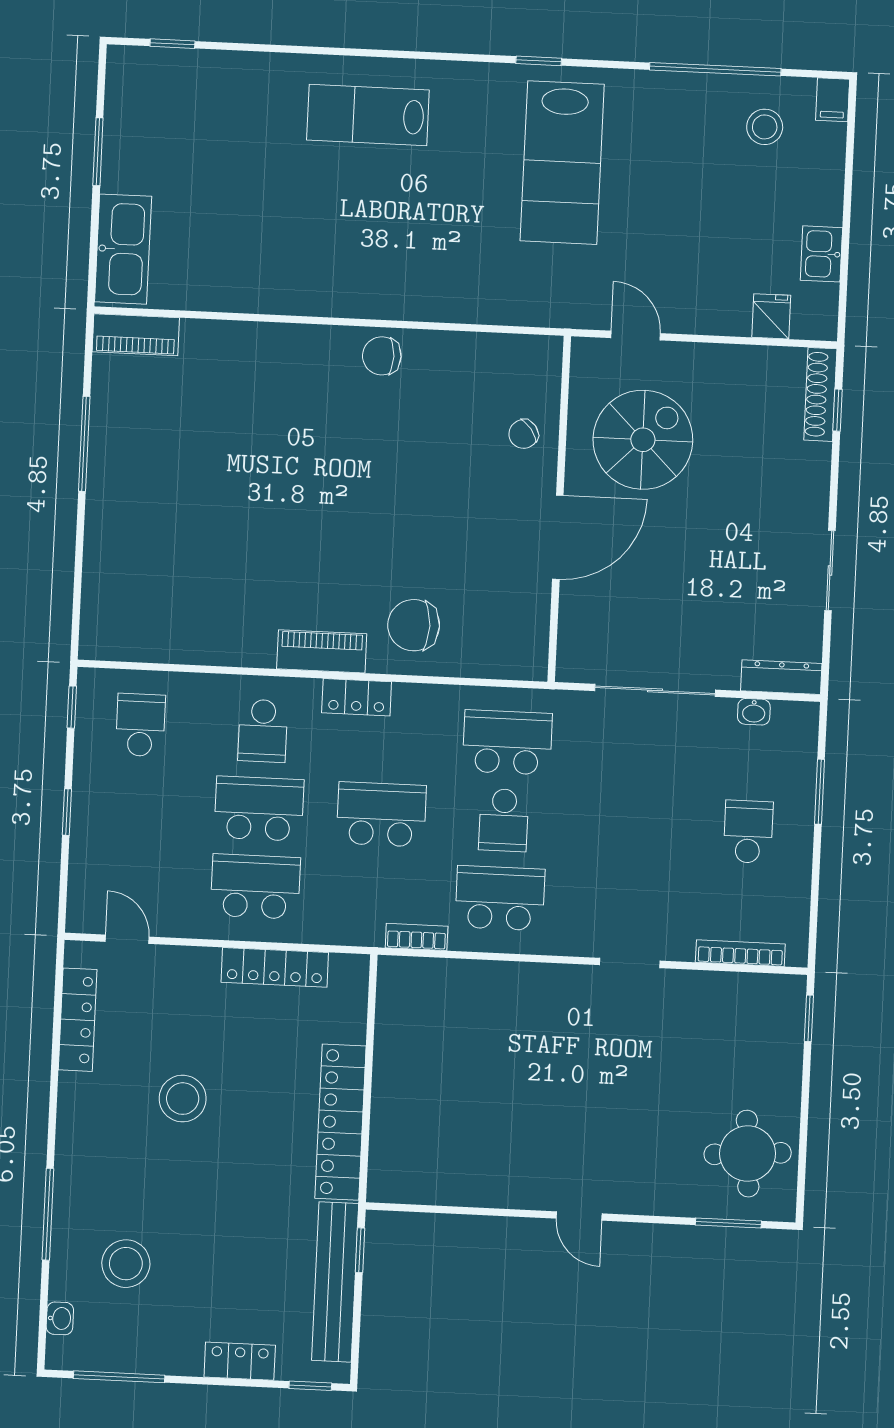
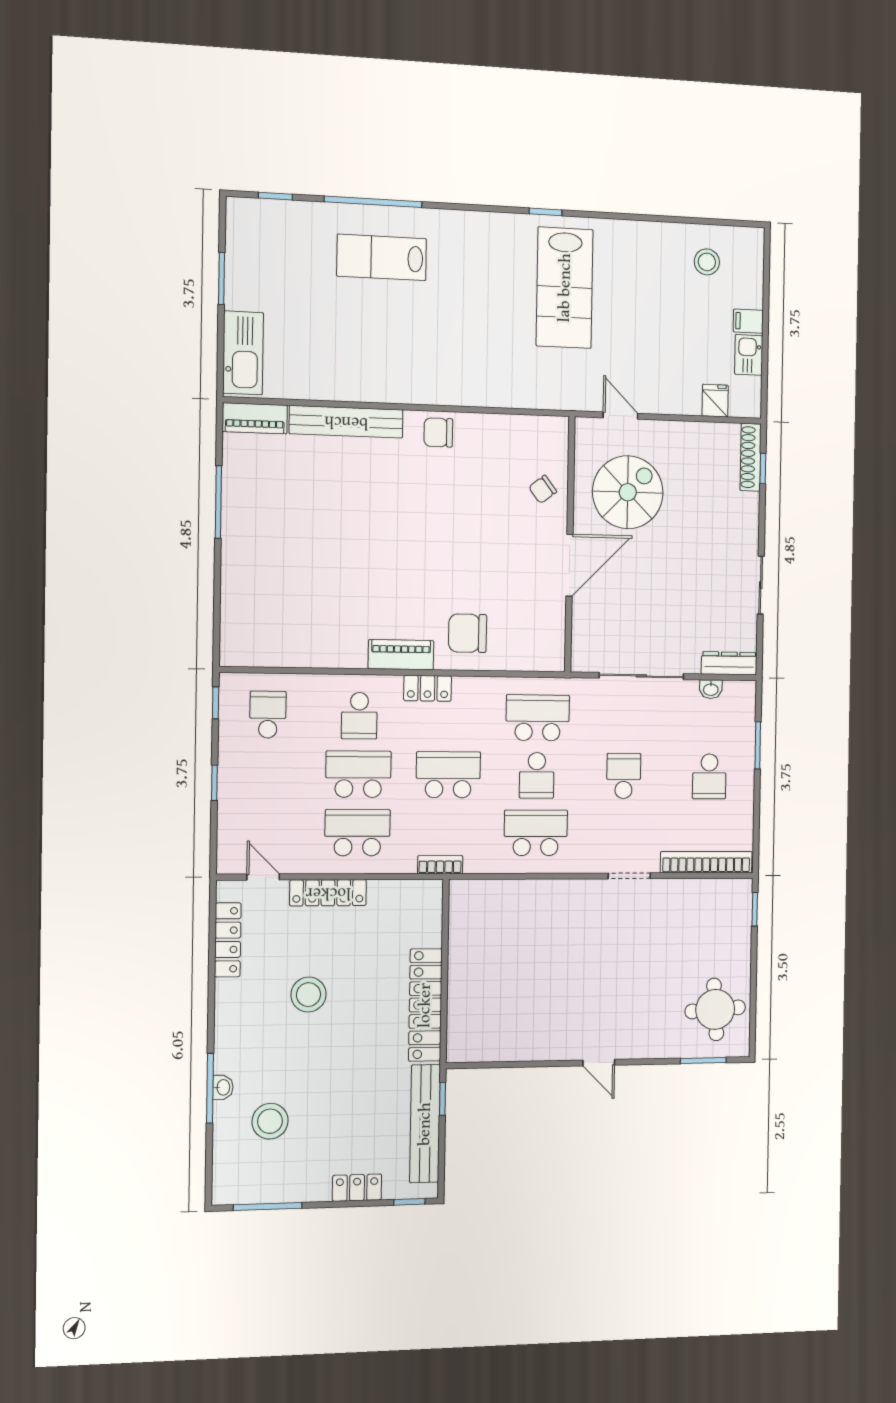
window: (715, 69) -> (373, 202), moved
filing cabinet: (833, 100) -> (748, 321), moved, turned 90
lab bench: (368, 115) -> (382, 257), moved
bench: (257, 340) -> (346, 422), added
school desk: (626, 826) -> (624, 776), added
school desk: (748, 832) -> (709, 776), turned 180
bookcase: (417, 937) -> (440, 865), moved
bookcase: (740, 953) -> (706, 862), width x1.48, depth x1.31
locker: (275, 967) -> (328, 893), moved
washbasin: (60, 1318) -> (223, 1087), moved

